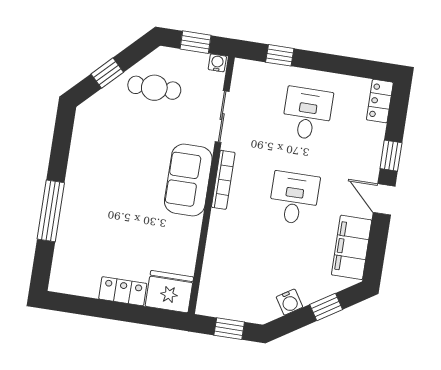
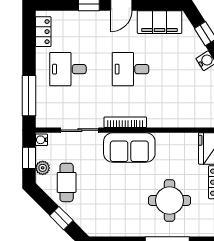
window: (280, 55) -> (29, 96), width x2.17
plant: (179, 58) -> (43, 168), added
locker: (380, 101) -> (43, 32), moved, turned -90
round table: (108, 223) -> (170, 200), added

